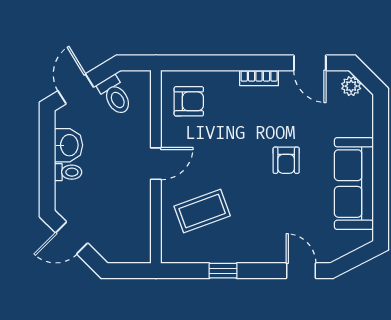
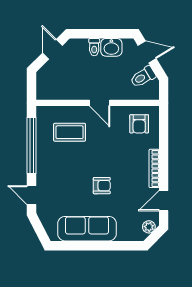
bookcase: (259, 78) -> (154, 168), width x1.56
armchair: (286, 160) -> (102, 186), turned 180
coffee table: (202, 211) -> (70, 132), turned -70
window: (223, 271) -> (32, 146), width x3.17
door: (301, 271) -> (32, 195), swing flipped

